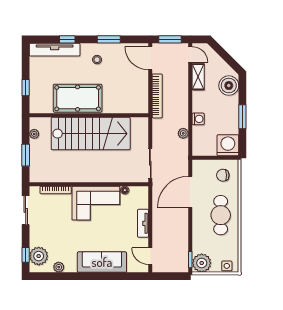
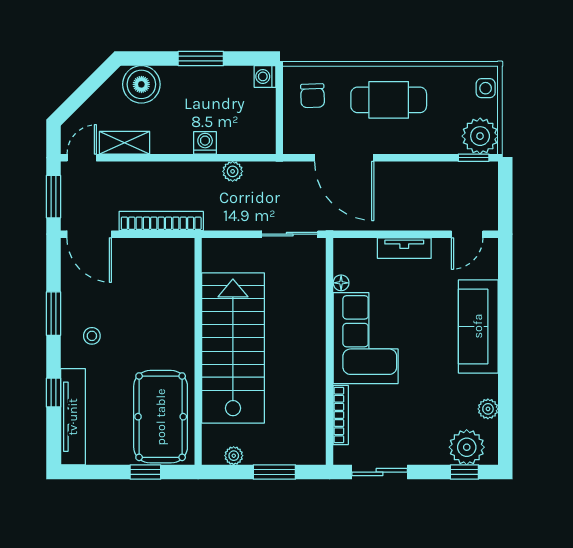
door: (150, 58) -> (89, 234), hinge flipped
pool table: (78, 98) -> (161, 417), moved
washing machine: (228, 145) -> (265, 76), width x0.53, depth x0.53

